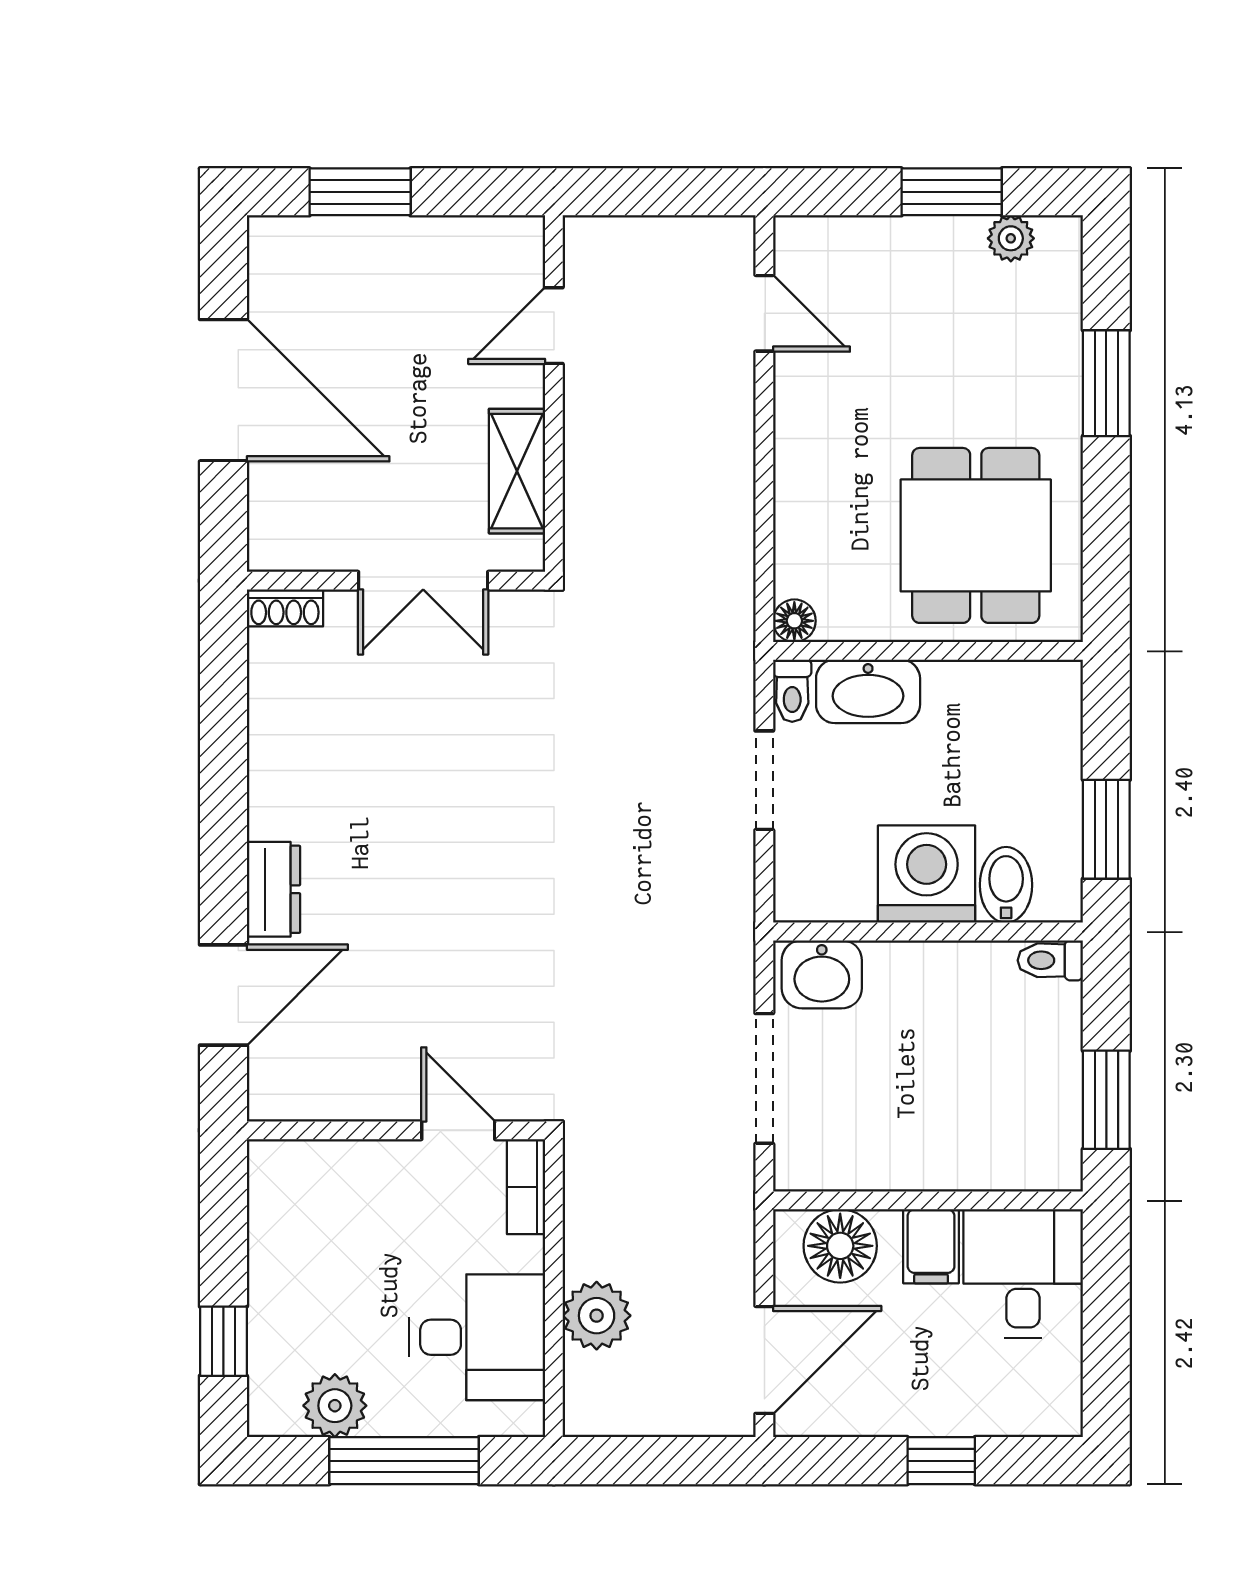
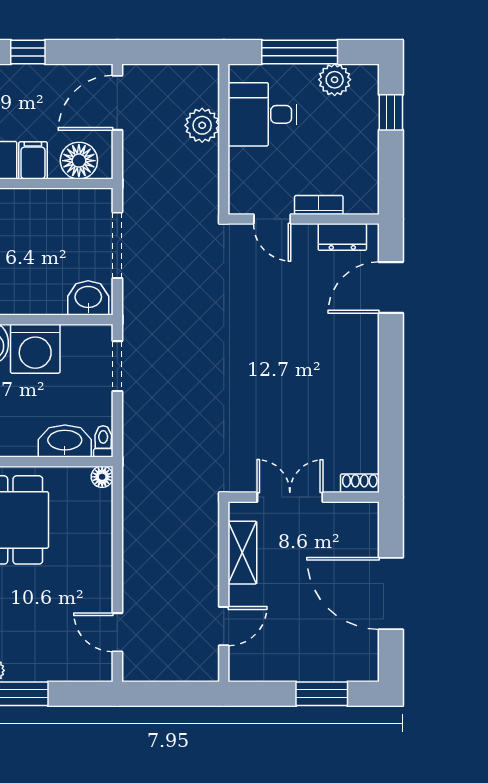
doorway: (764, 780) -> (117, 366), moved
dresser: (274, 889) -> (342, 237), moved, turned -90
bookcase: (526, 1187) -> (319, 205), moved, turned -90

